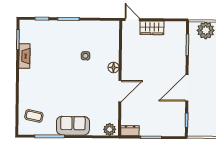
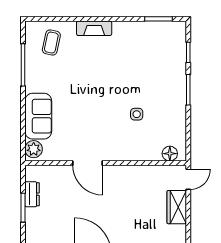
fireplace: (24, 56) -> (94, 28), moved
floor lamp: (113, 67) -> (170, 154), moved
sofa: (73, 126) -> (38, 116), moved
dresser: (130, 131) -> (32, 194), moved

